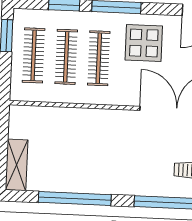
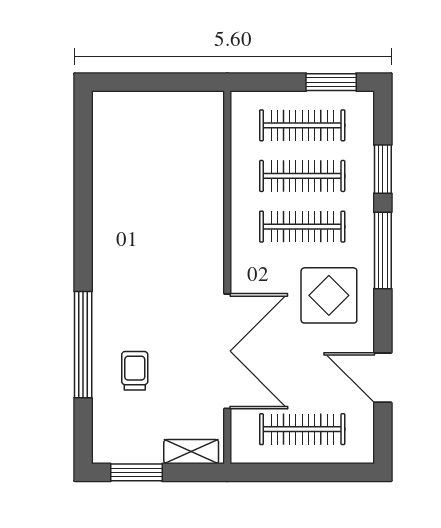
shelving: (17, 165) -> (131, 106), removed
window: (75, 199) -> (83, 199), removed

